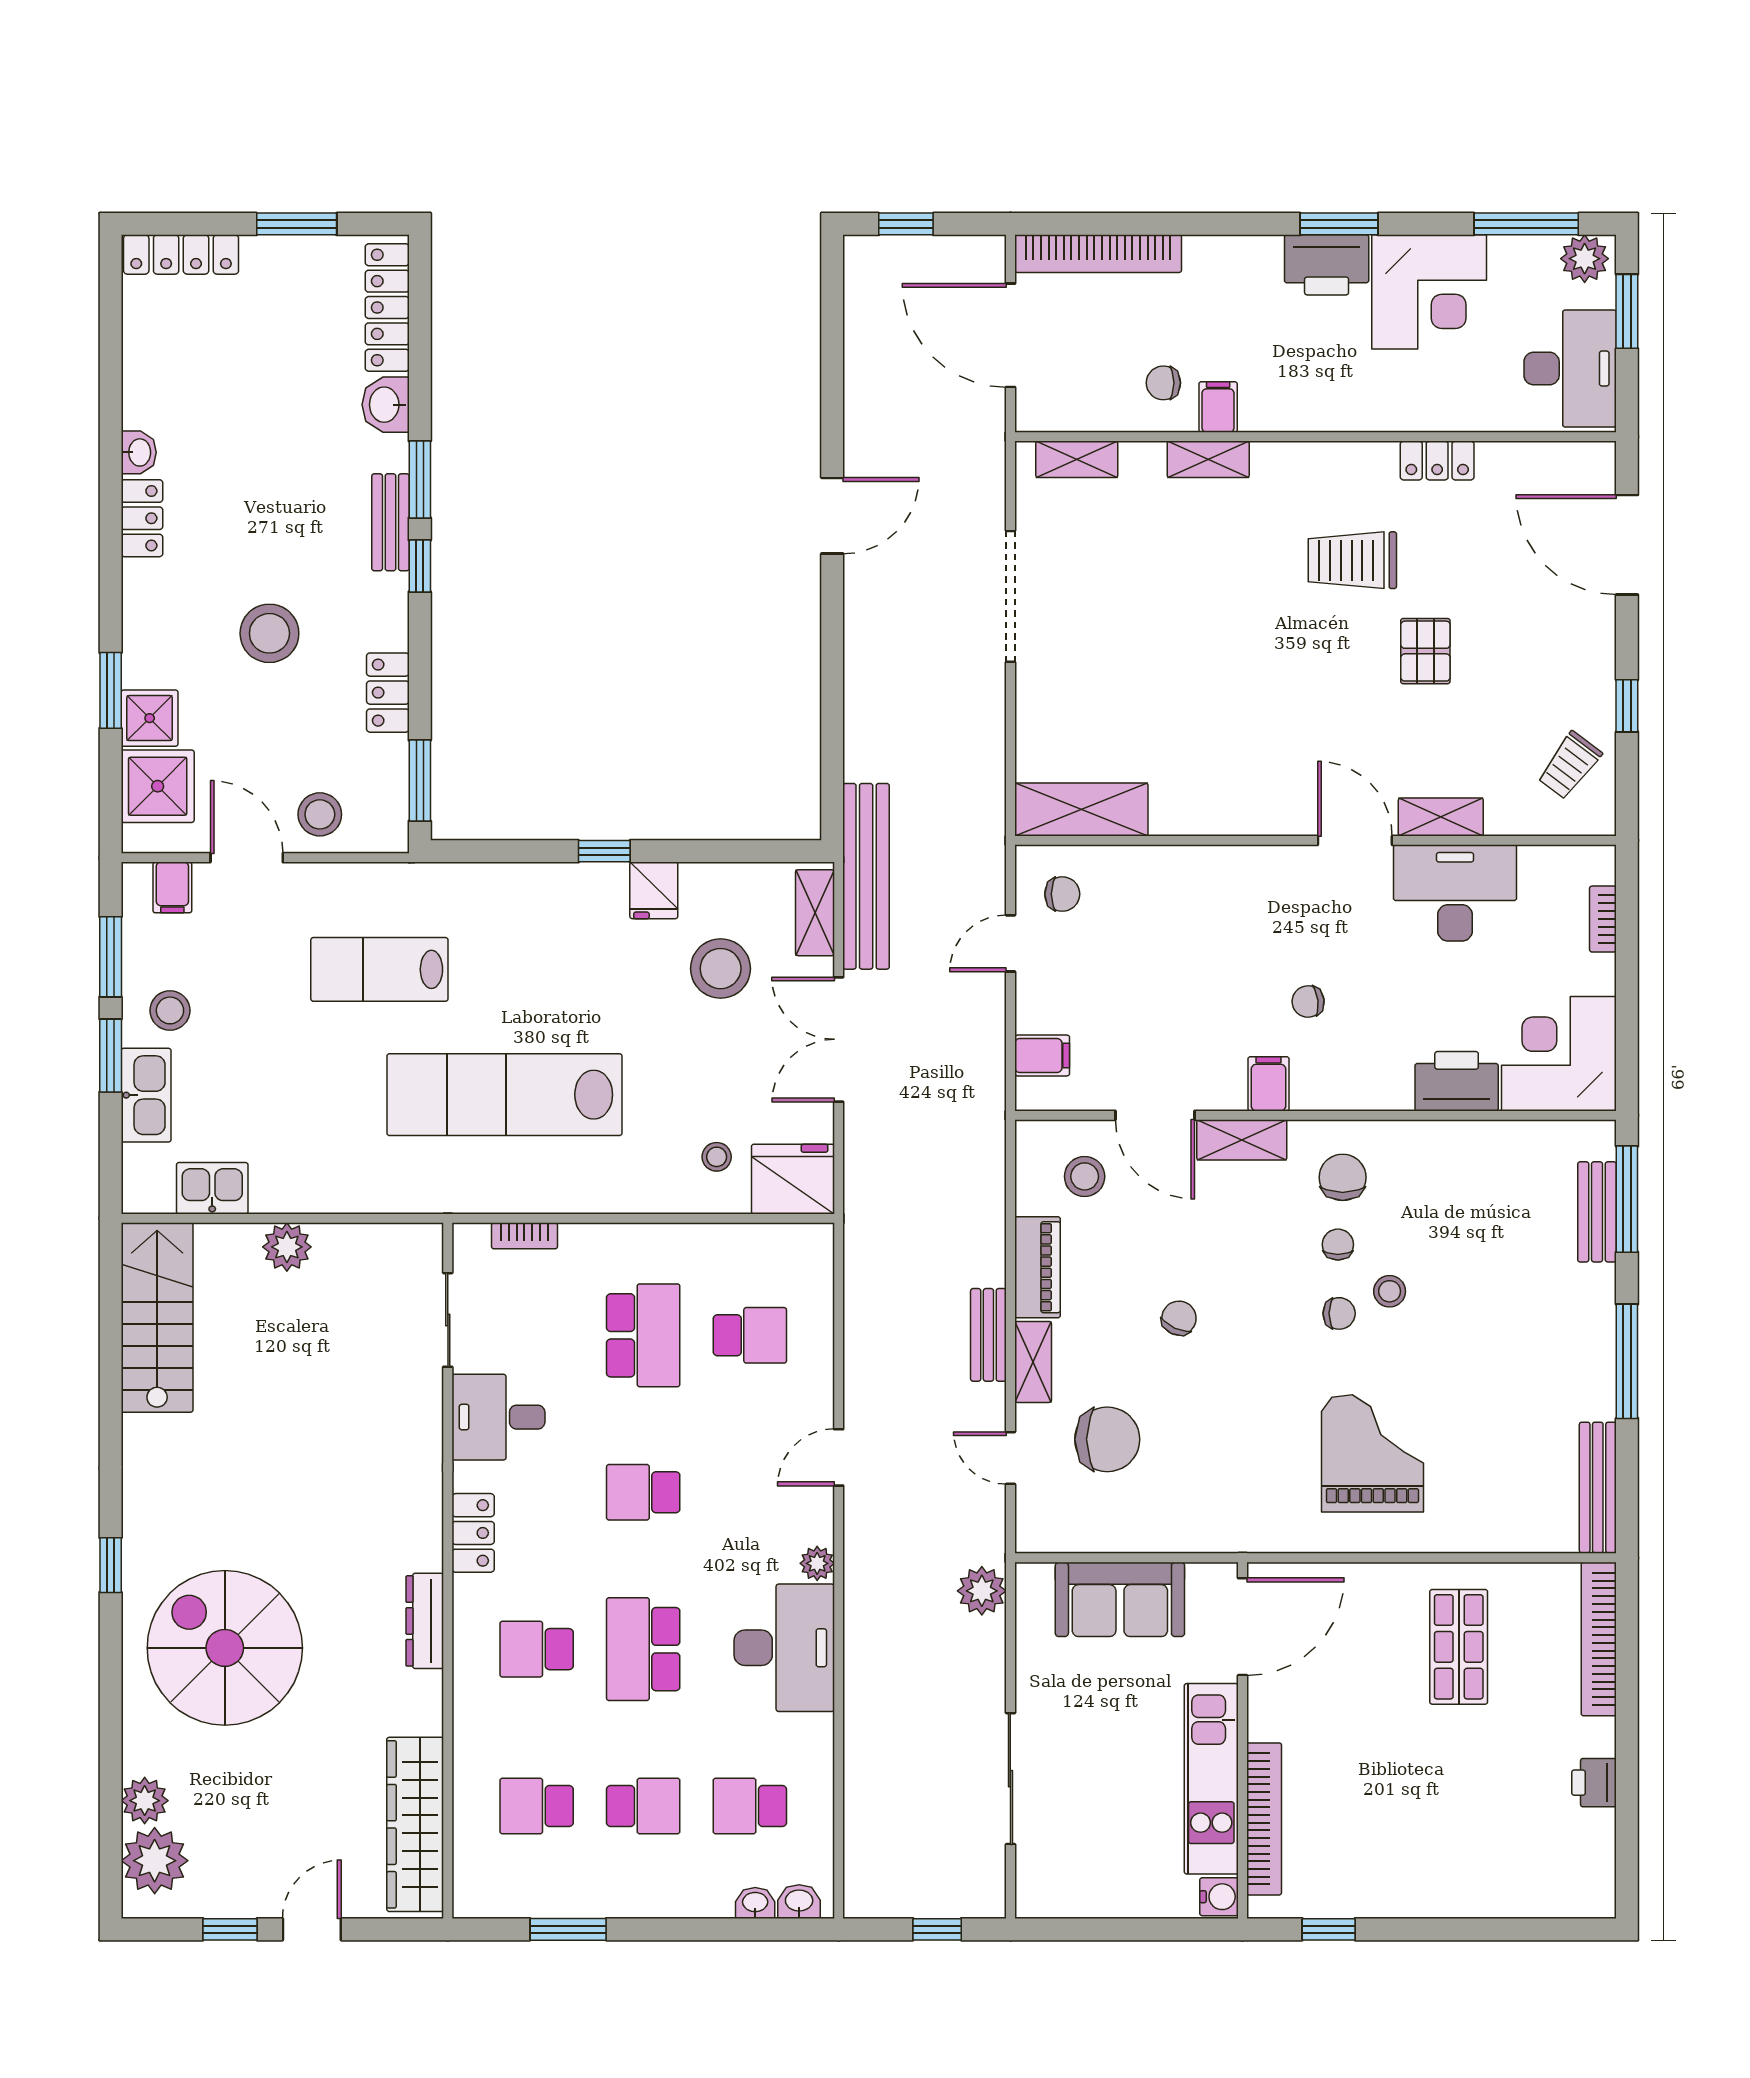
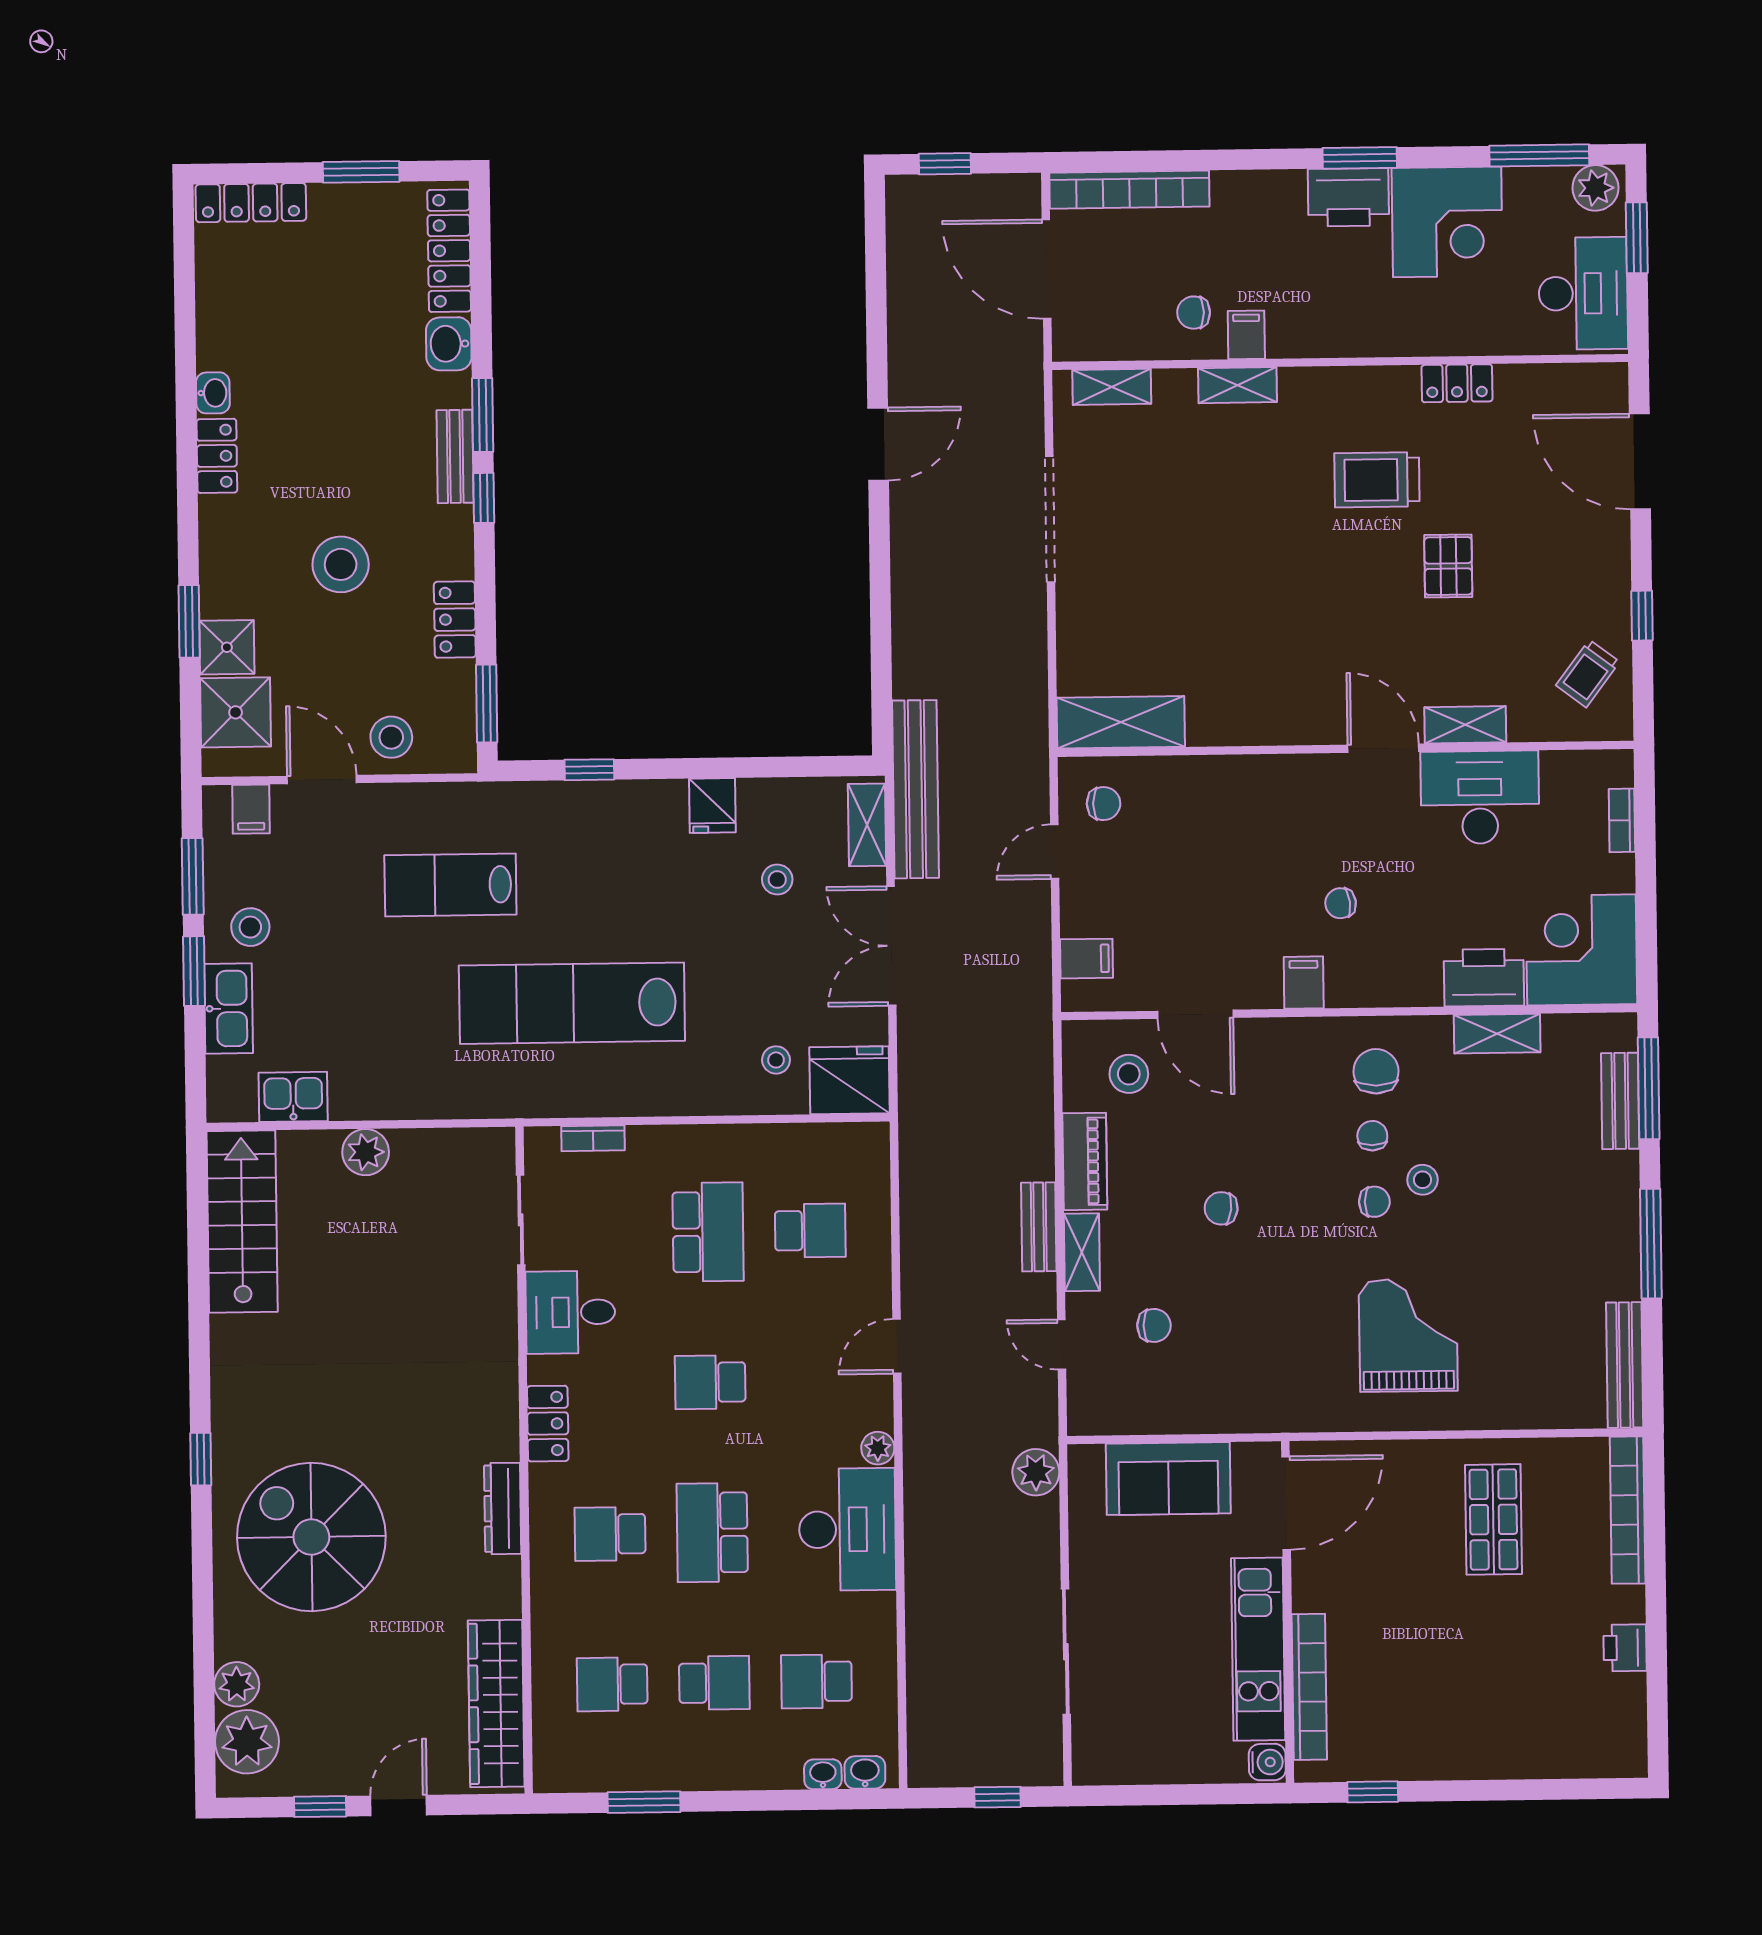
window: (604, 851) -> (589, 770), moved
stool: (721, 969) -> (777, 880), width x0.53, depth x0.53
shelving: (1242, 1140) -> (1497, 1034), moved
chair: (1179, 1318) -> (1221, 1208), turned -109
chair: (1107, 1439) -> (1154, 1325), width x0.54, depth x0.54

